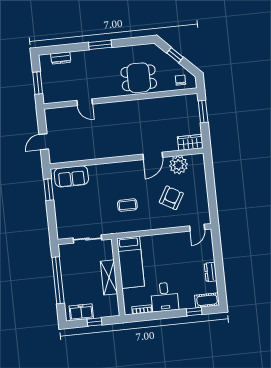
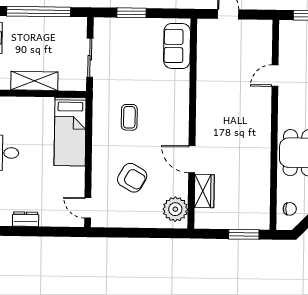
wardrobe: (190, 142) -> (204, 191), moved
plant: (178, 165) -> (175, 209), moved
window: (49, 190) -> (132, 13), moved
bed: (131, 262) -> (70, 132), moved, turned -90

